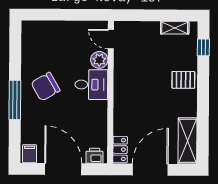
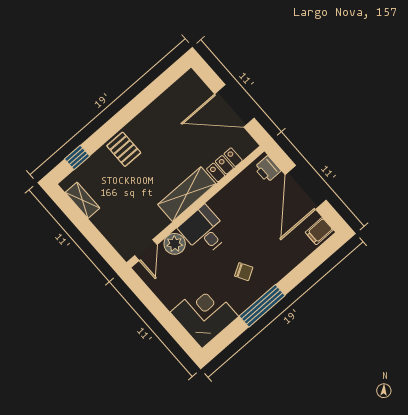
corner desk: (41, 40) -> (204, 314), added
chair: (45, 87) -> (244, 272), width x0.54, depth x0.54
window: (15, 100) -> (262, 306), moved
shelving: (188, 141) -> (187, 194), moved
locker: (120, 150) -> (224, 165), moved

